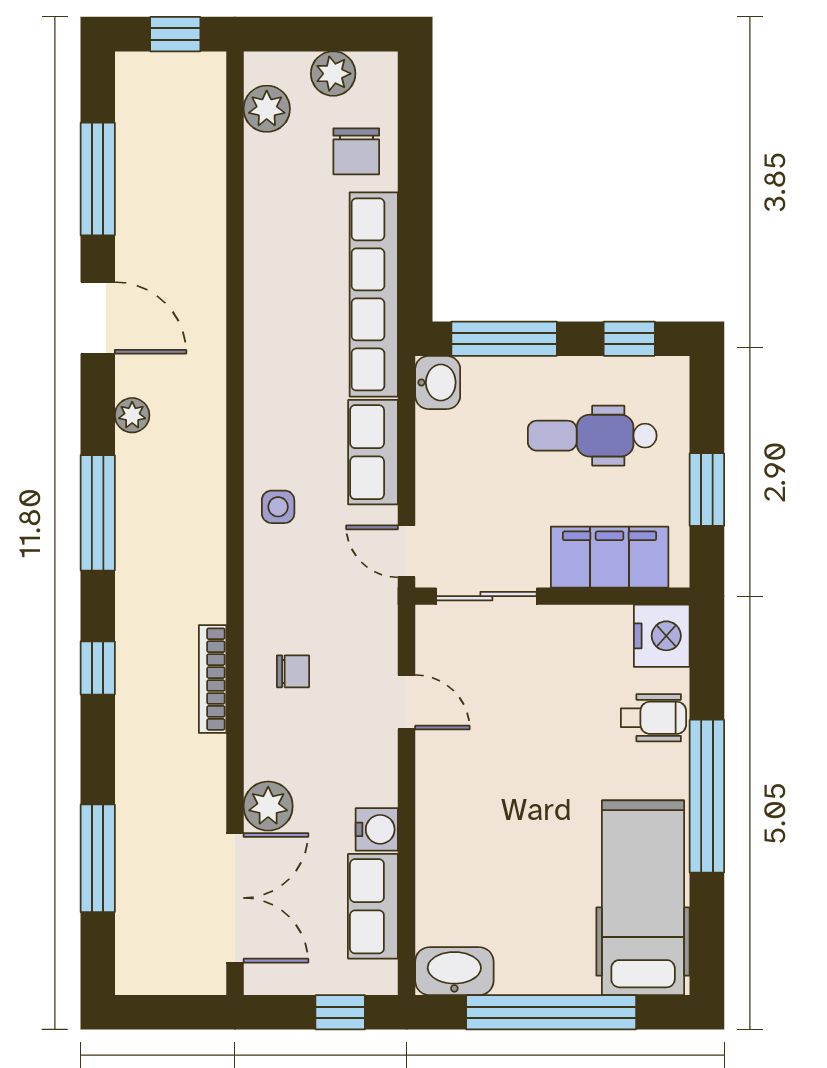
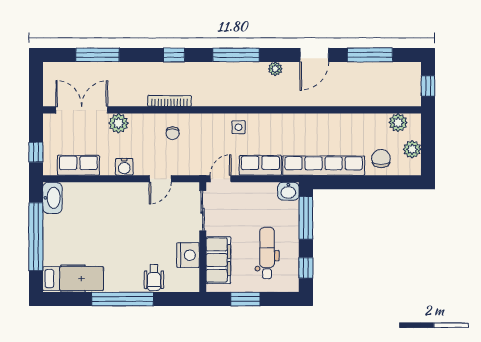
chair: (356, 151) -> (381, 159), turned 90
nightstand: (662, 636) -> (188, 255), moved, turned -90
water cooler: (377, 829) -> (124, 167), moved
double door: (235, 898) -> (82, 110), swing flipped
hospital bed: (643, 898) -> (73, 279), width x0.73, depth x0.78

